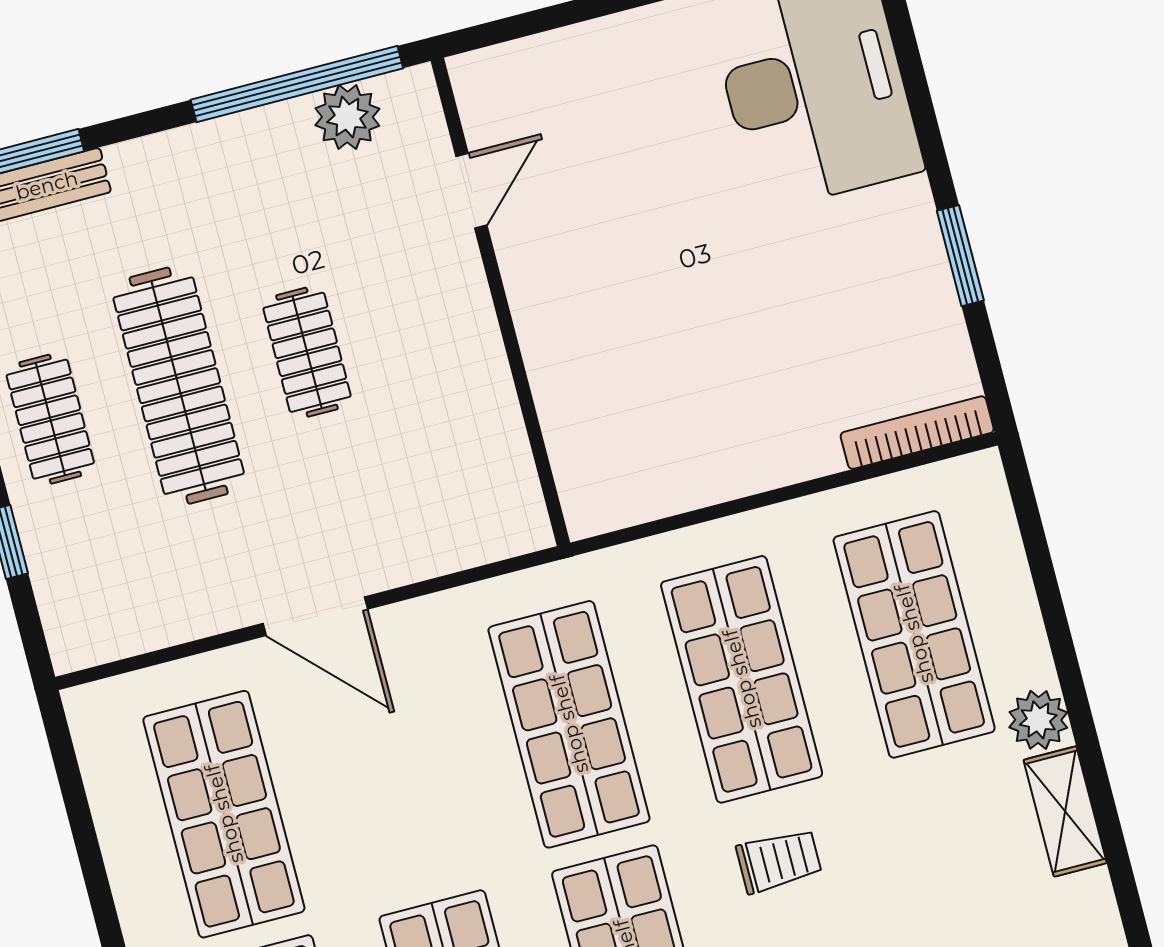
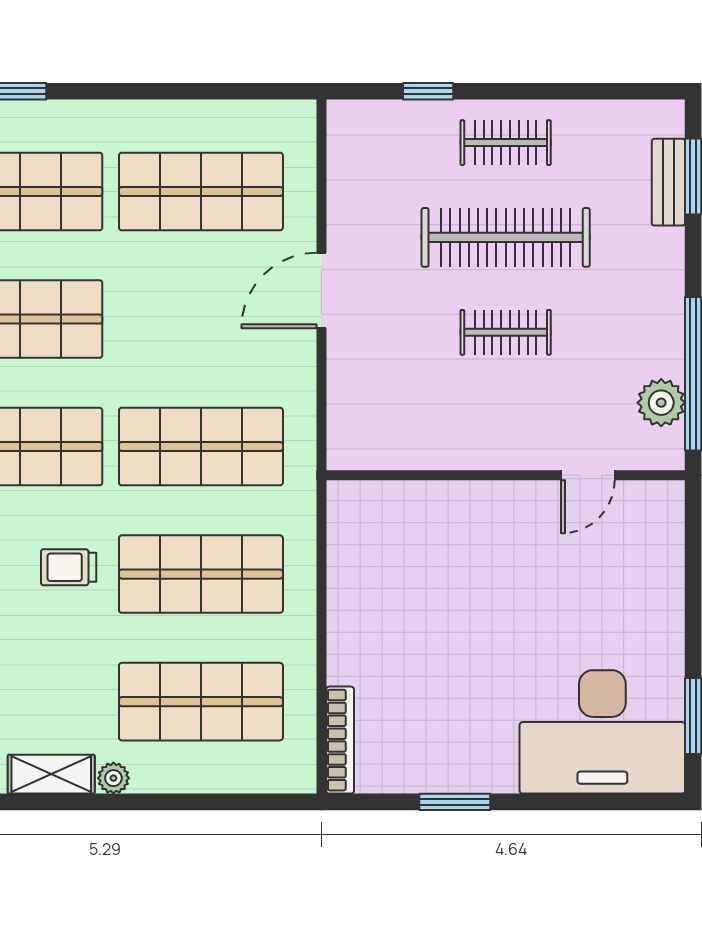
door: (471, 191) -> (588, 475), hinge flipped
plant: (1038, 720) -> (113, 778), width x0.73, depth x0.73
trolley: (779, 861) -> (69, 567), turned 90

